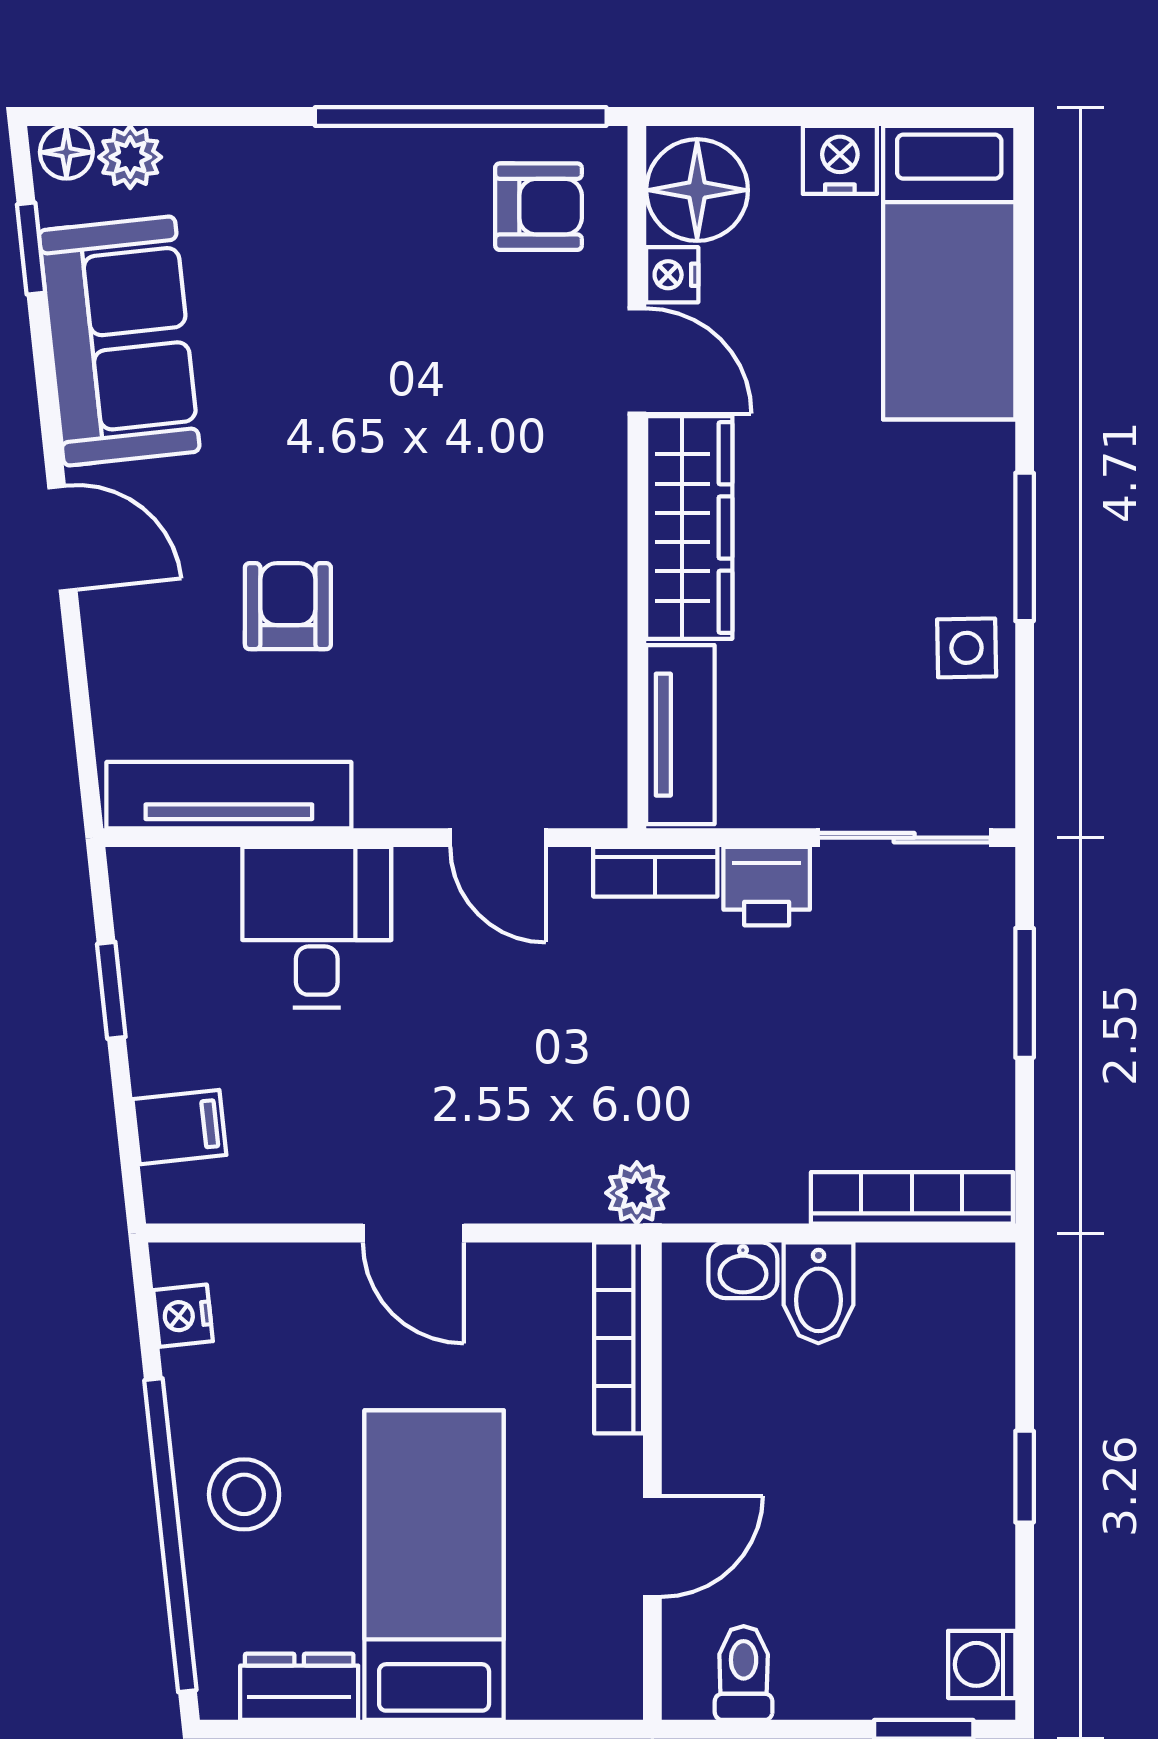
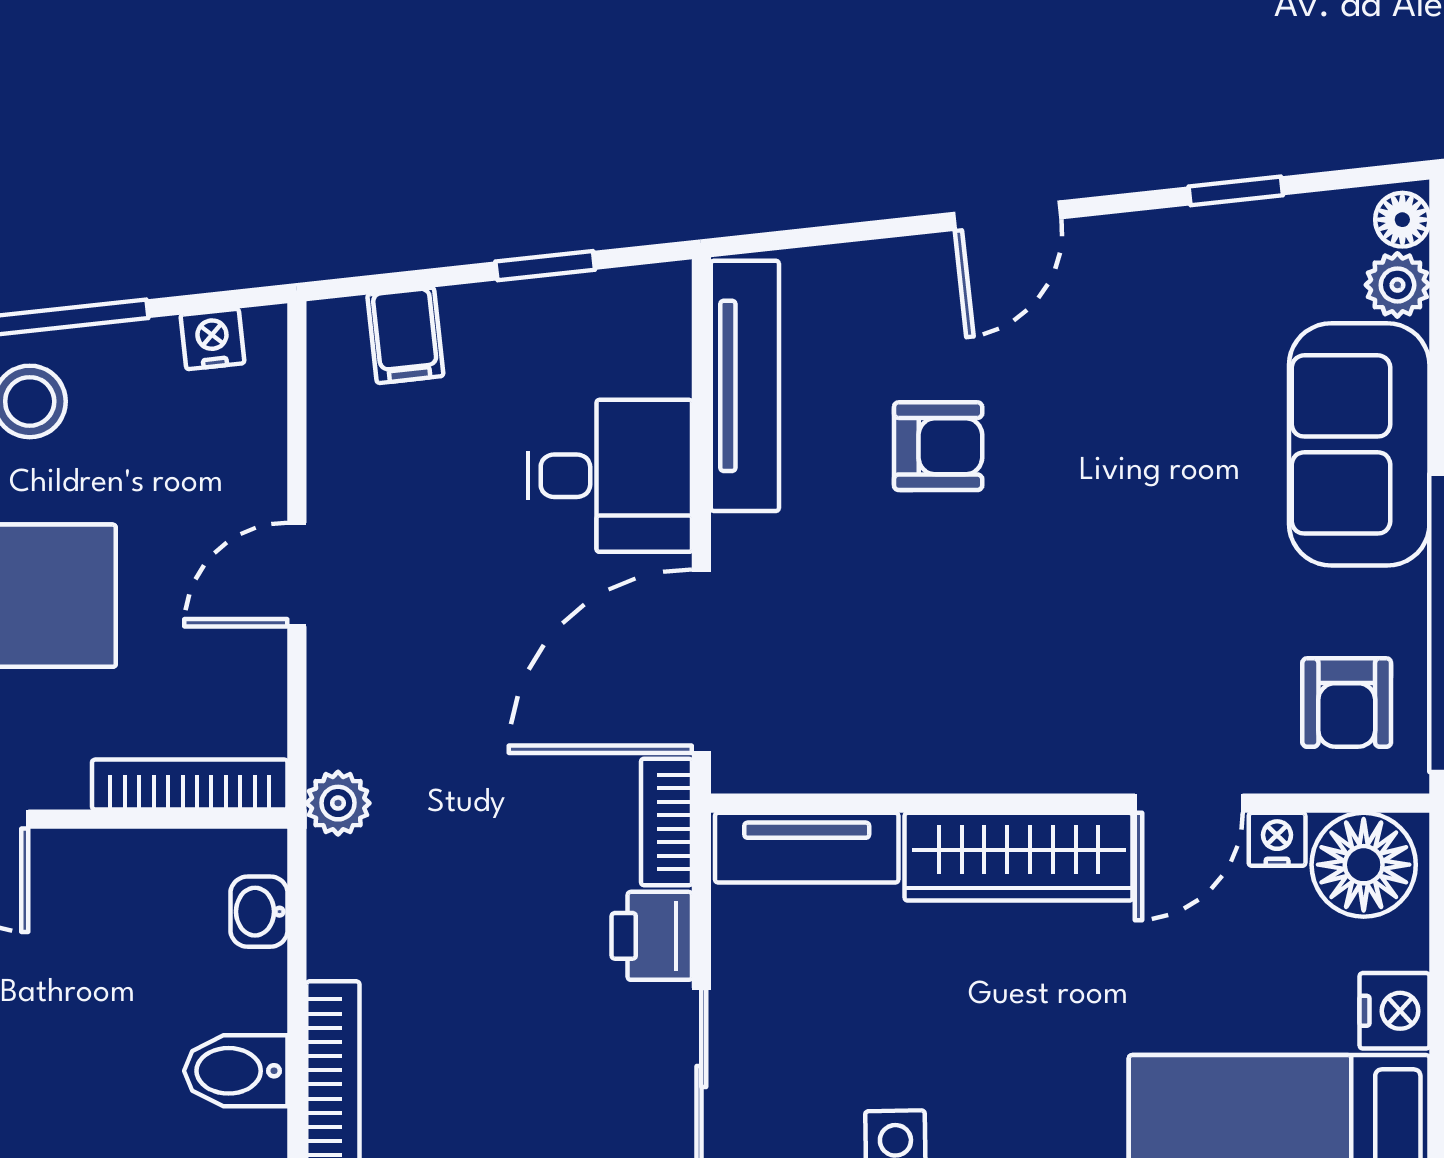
window: (31, 249) -> (1236, 191), moved
sofa: (119, 341) -> (1359, 444), moved, turned 96
door: (498, 838) -> (701, 661), width x1.87
bidet: (818, 1293) -> (236, 1071), moved

